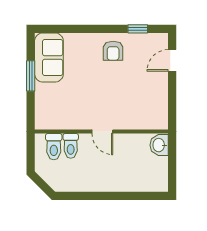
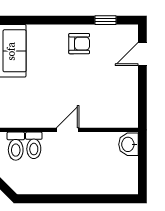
armchair: (113, 51) -> (79, 44), turned -90
door: (102, 132) -> (68, 130), swing flipped

